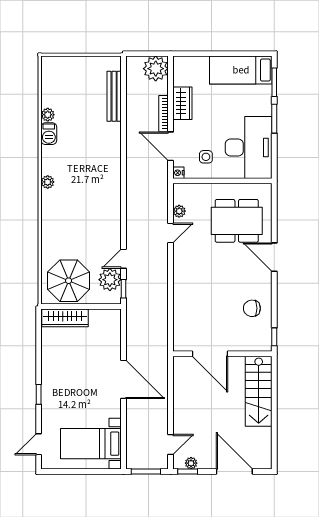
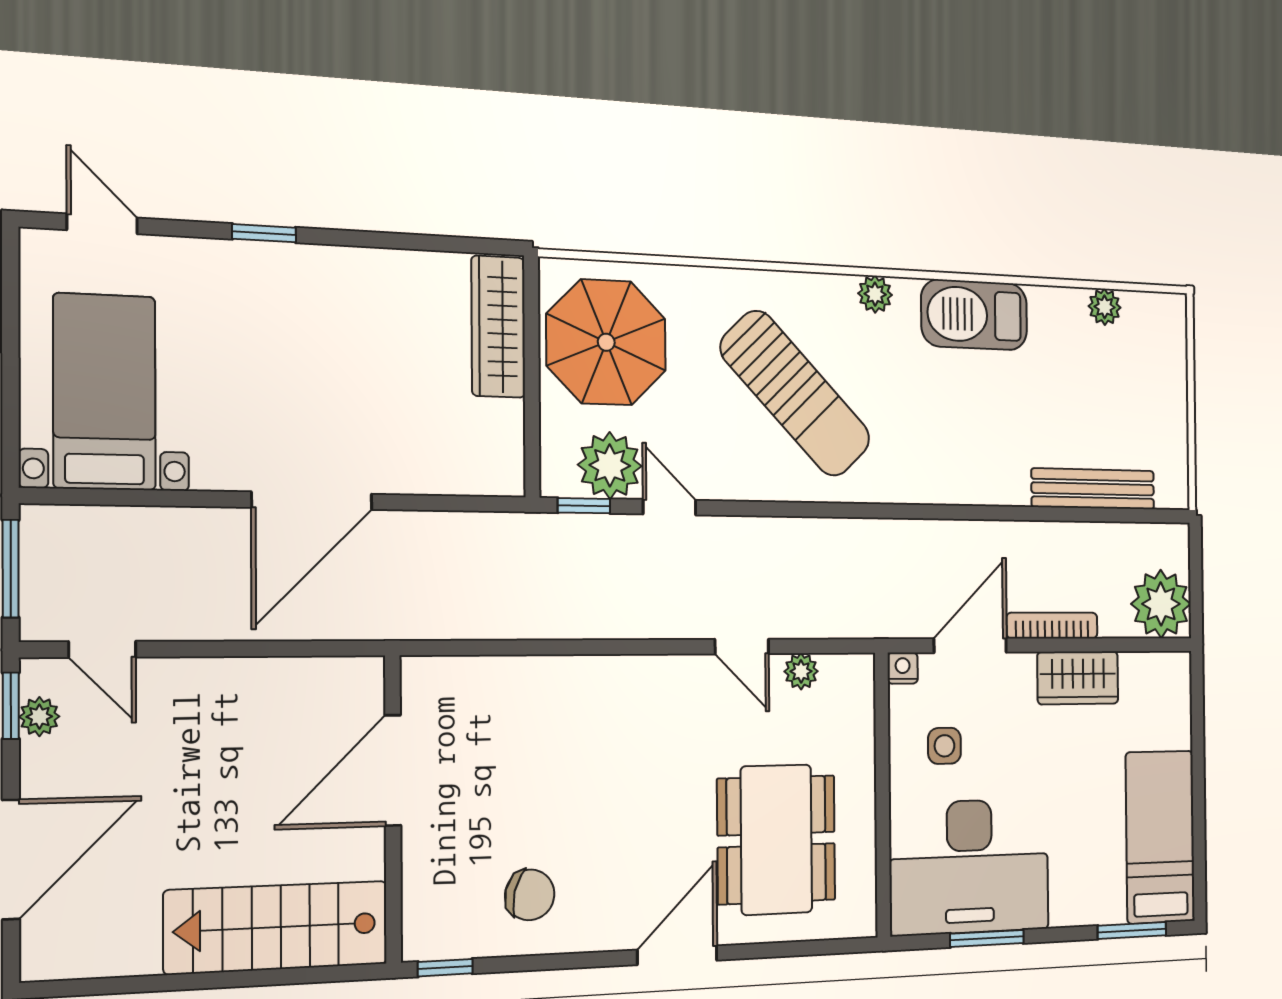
plant: (48, 115) -> (1105, 307), moved
window: (274, 119) -> (987, 938), moved
barbecue: (49, 134) -> (974, 315), width x1.88, depth x1.53
sun lounger: (83, 212) -> (795, 394), added
chair: (252, 308) -> (530, 895), turned 104

